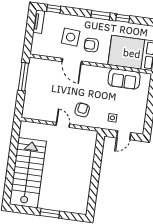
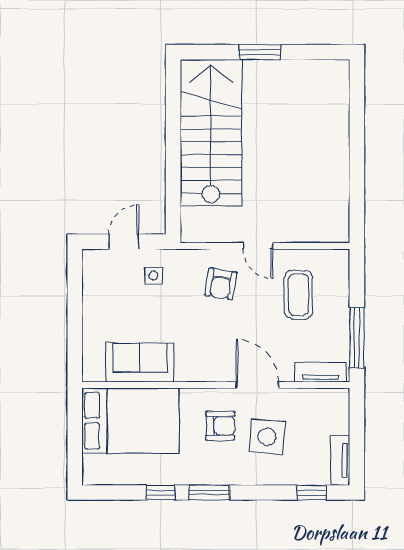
tv unit: (42, 63) -> (320, 372), added
coffee table: (47, 100) -> (298, 295), added
stairs: (28, 173) -> (211, 133), moved, turned 180

